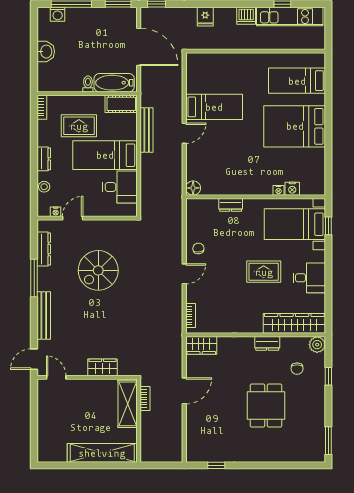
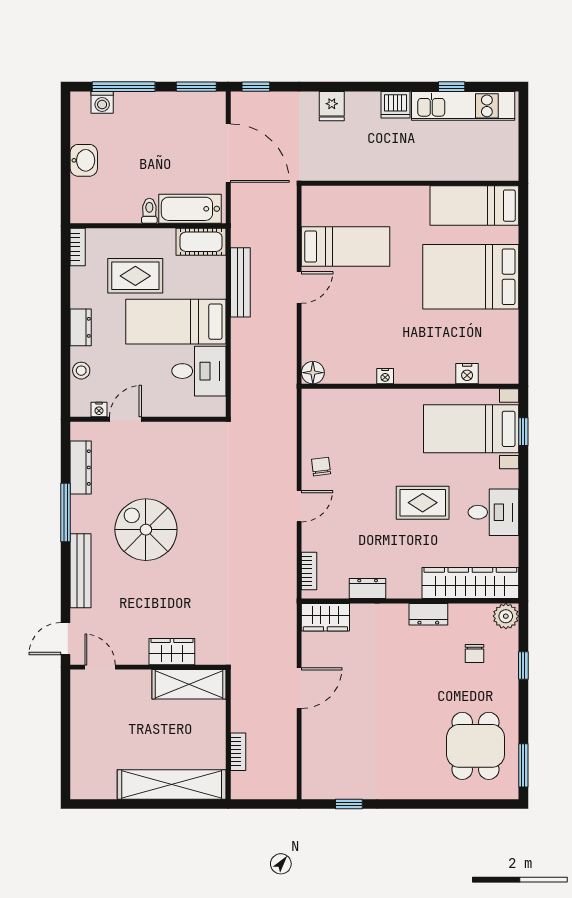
wall: (256, 51) -> (410, 183), moved
nightstand: (279, 190) -> (385, 376), moved
dresser: (231, 205) -> (368, 588), moved, turned 180
spiral stairs: (98, 270) -> (146, 530), moved, turned 90
bookcase: (145, 399) -> (238, 752), moved
shelving: (128, 404) -> (189, 684), moved, turned 90
dining table: (266, 406) -> (476, 746), moved

